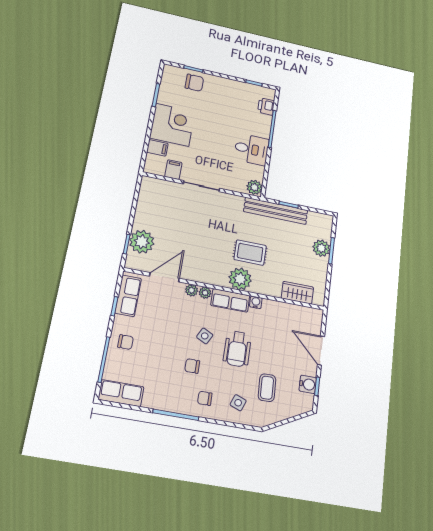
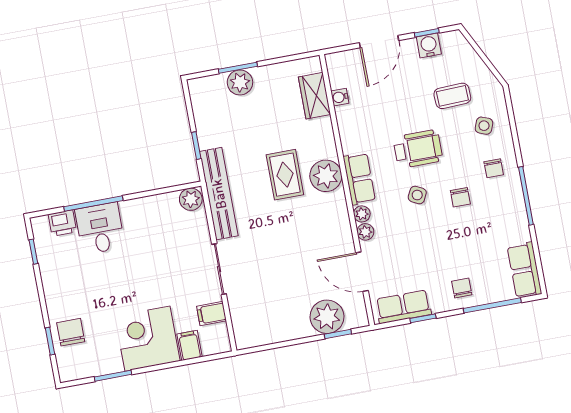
desk: (251, 149) -> (100, 228), moved
bench: (276, 211) -> (219, 194), moved
water cooler: (256, 302) -> (340, 97), moved

